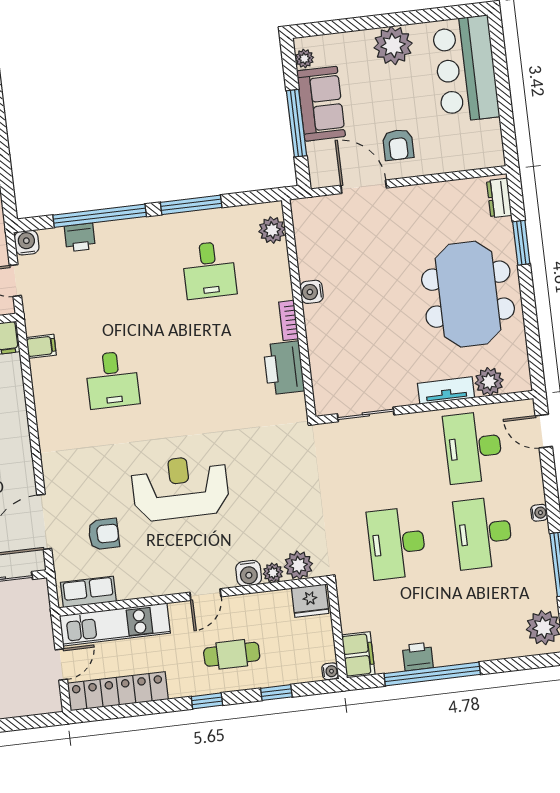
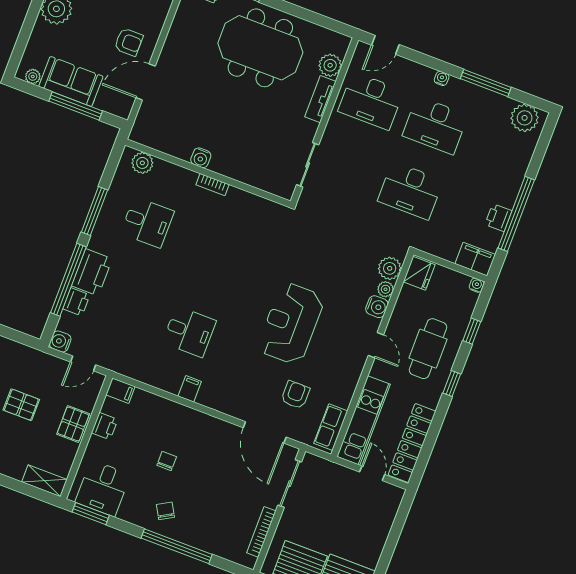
filing cabinet: (41, 346) -> (190, 389), moved
printer: (284, 368) -> (92, 272), moved, turned -90
cafe table: (232, 654) -> (428, 349), width x1.37, depth x1.35

